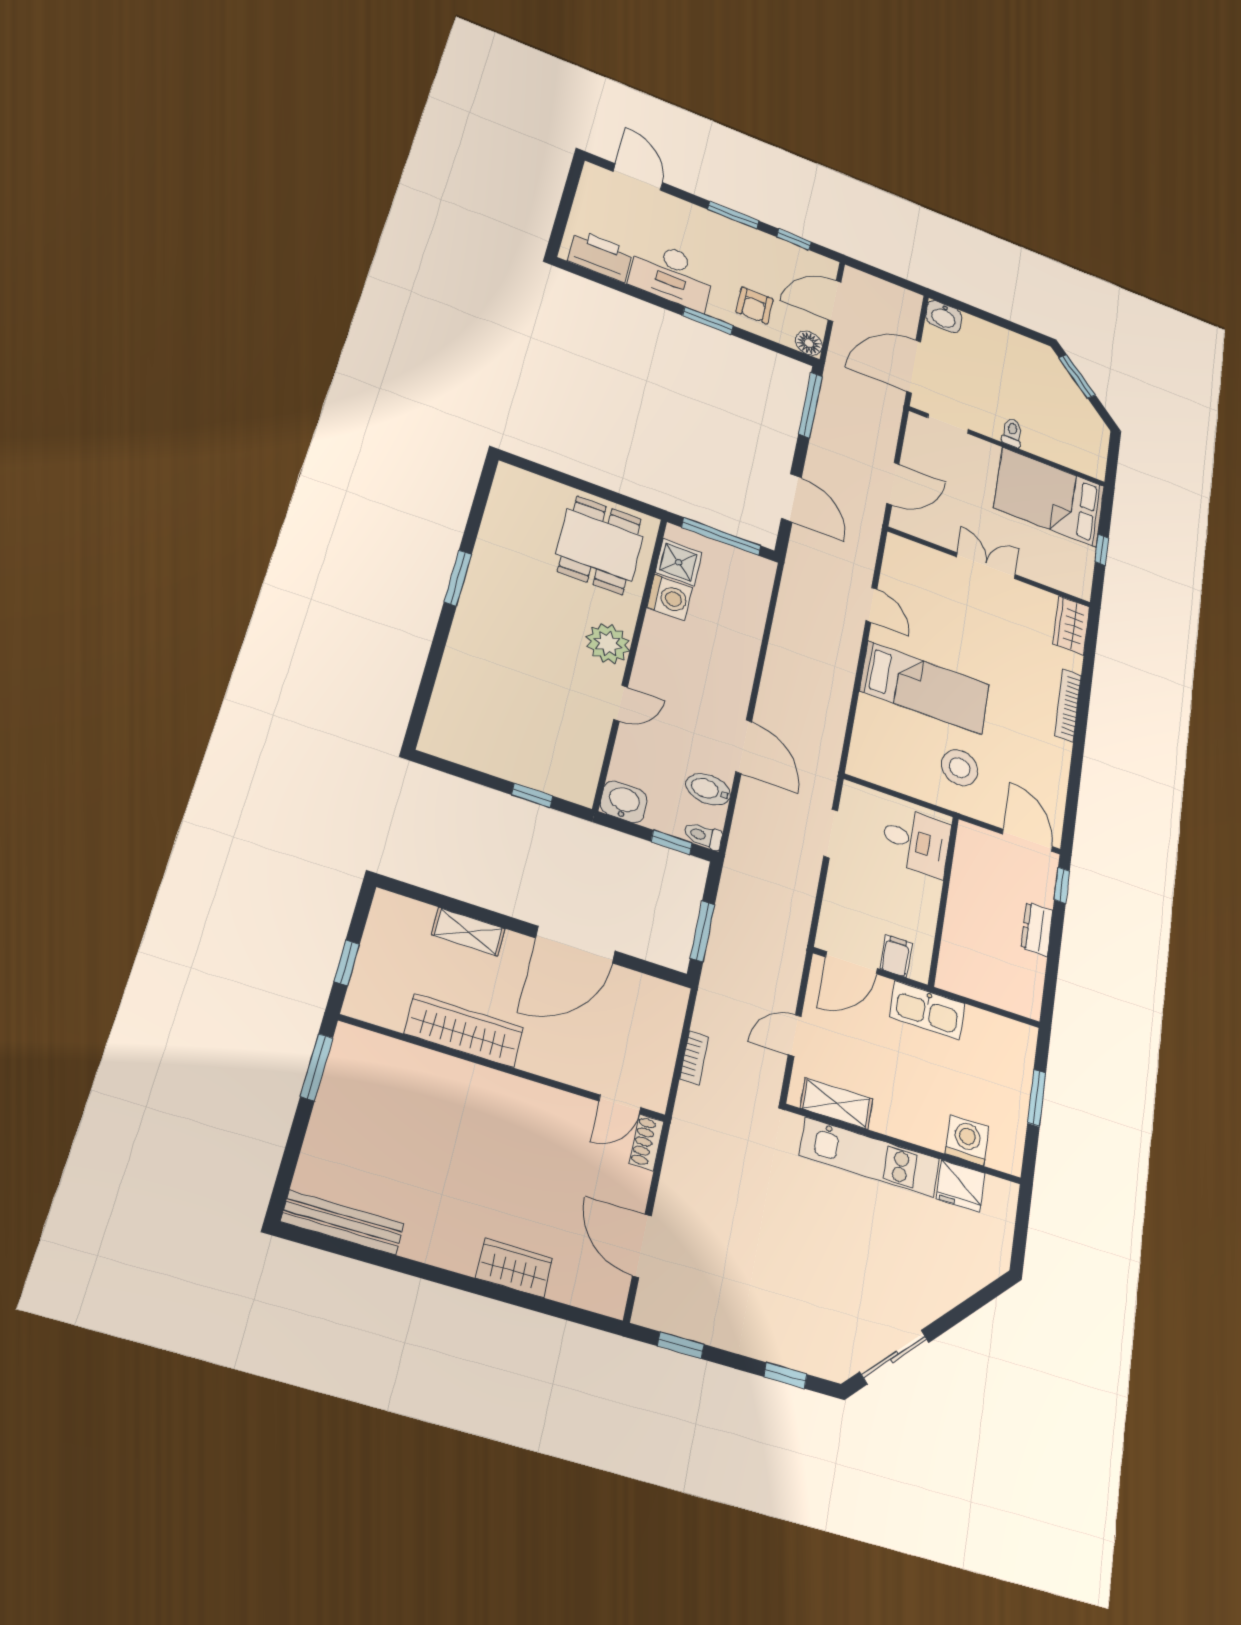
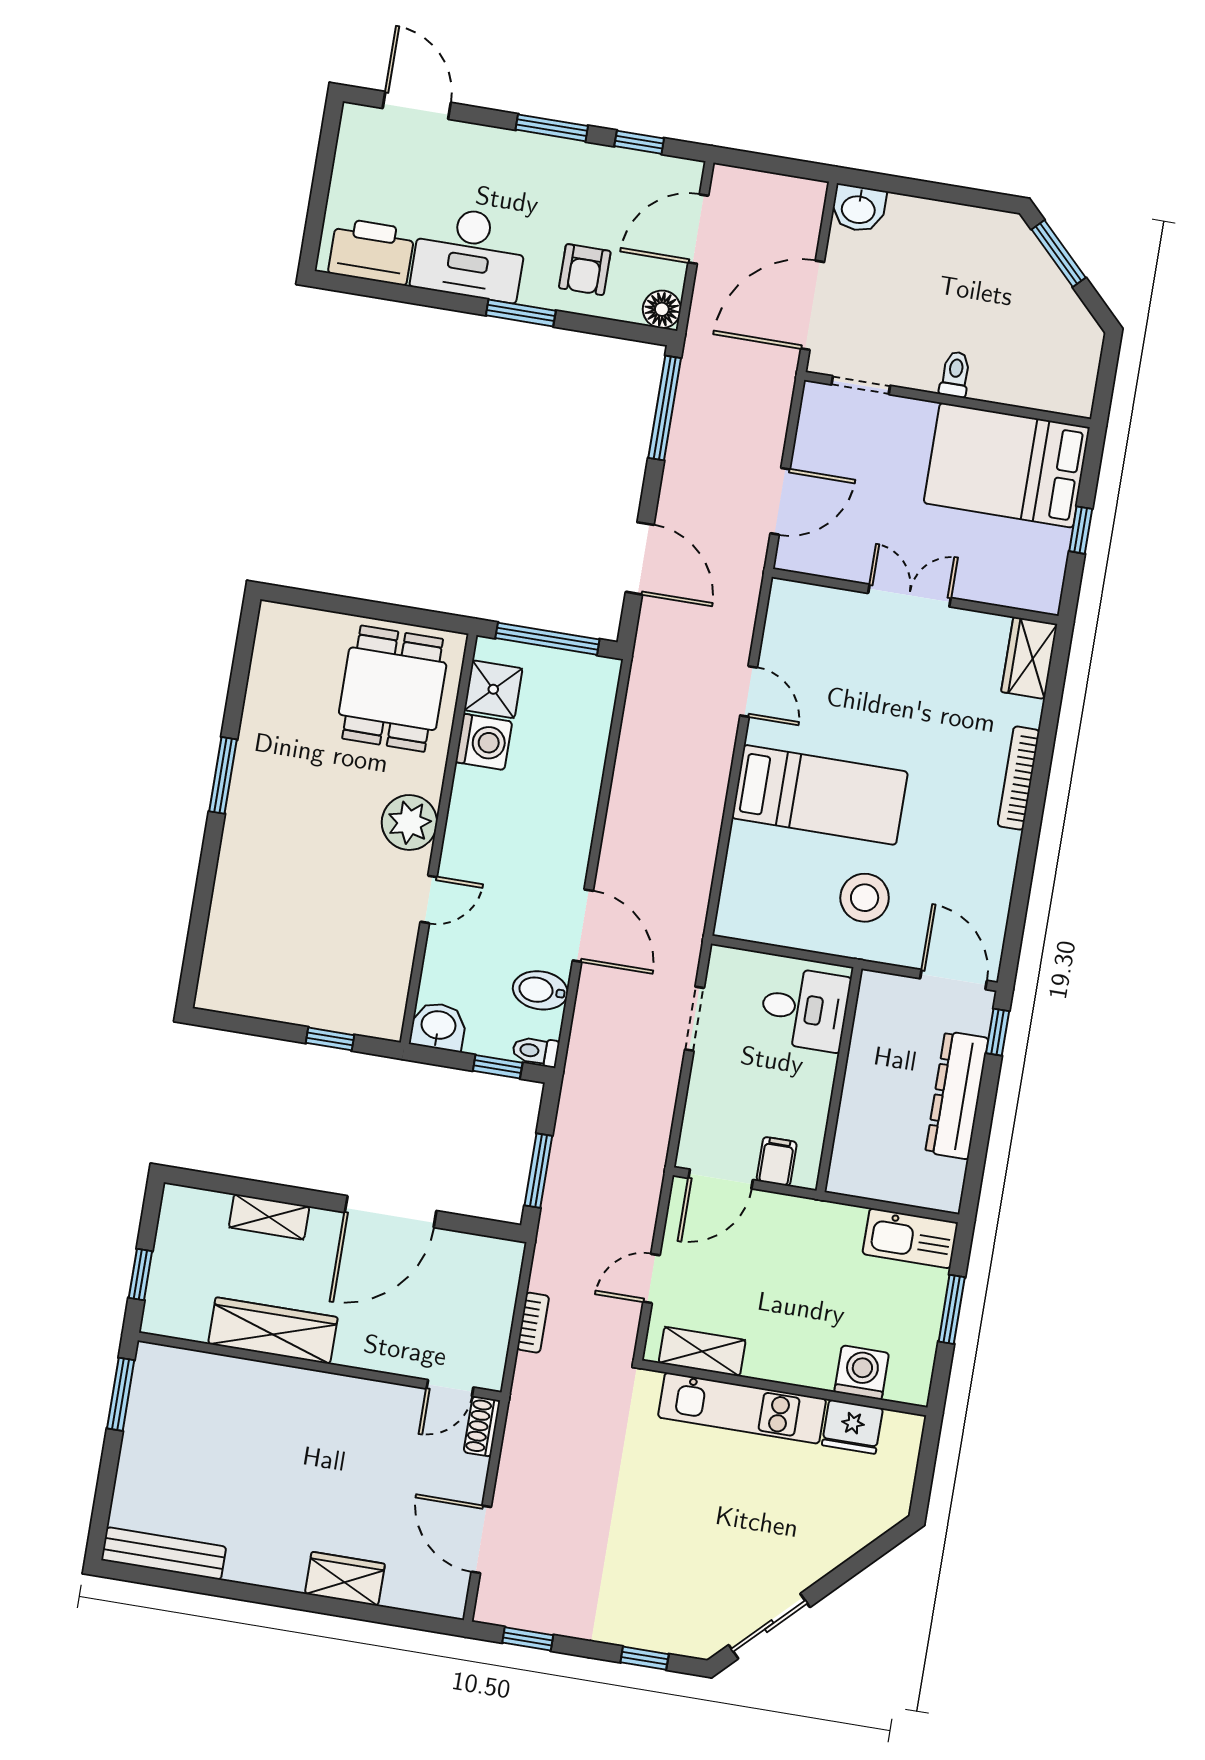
dresser: (1037, 929) -> (957, 1095), width x1.96, depth x1.24
kitchen sink: (927, 1010) -> (910, 1238), moved

